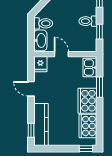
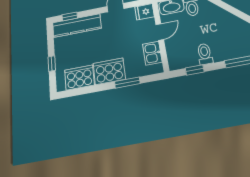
kitchen sink: (90, 68) -> (152, 53), moved, turned -90
window: (86, 149) -> (52, 64), moved

